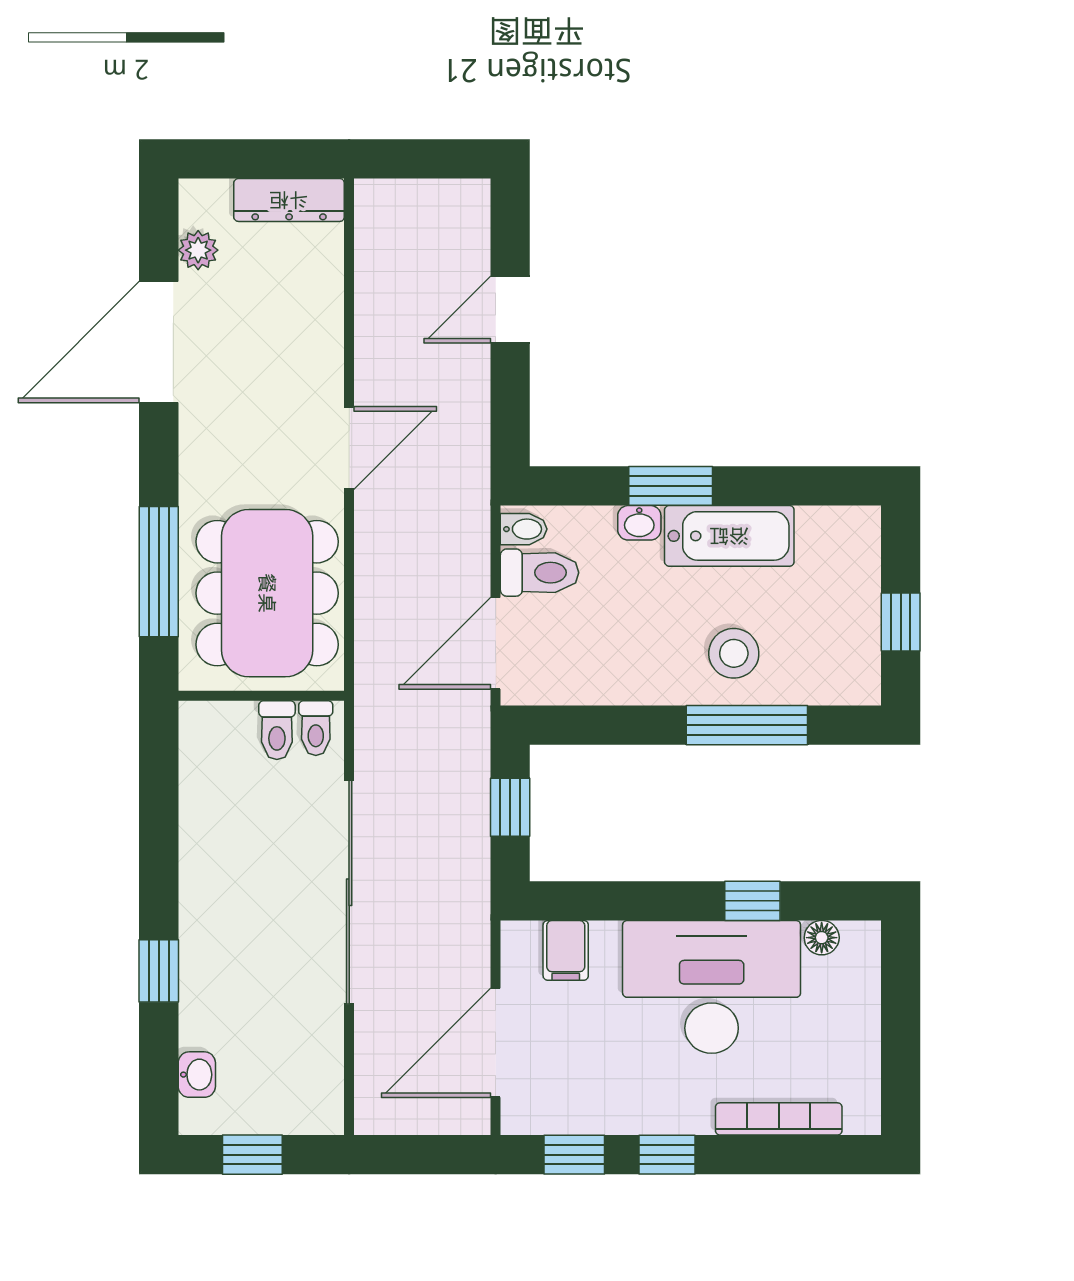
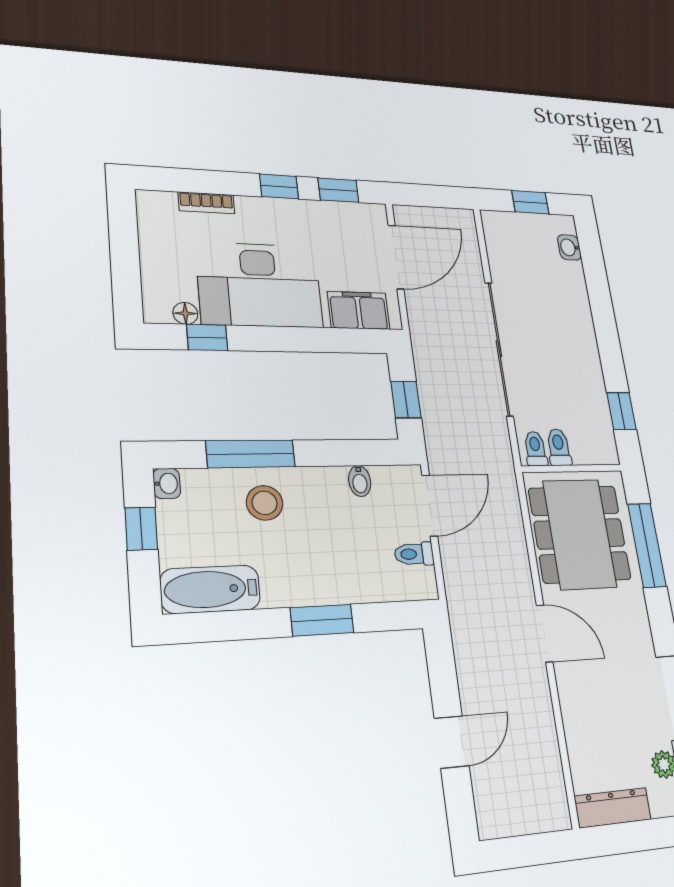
door: (349, 448) -> (545, 633), swing flipped
washbasin: (639, 523) -> (167, 483), moved, turned 90
bidet: (524, 529) -> (360, 481), moved, turned -90
bathtub: (729, 536) -> (210, 589), moved
toilet: (540, 573) -> (414, 554), width x0.73, depth x0.72
window: (752, 901) -> (207, 337), moved
filing cabinet: (566, 950) -> (359, 310), width x2.00
window: (159, 971) -> (621, 411), moved
bookcase: (779, 1119) -> (206, 203), width x0.64

